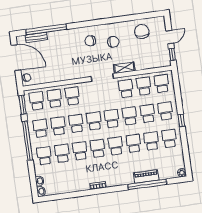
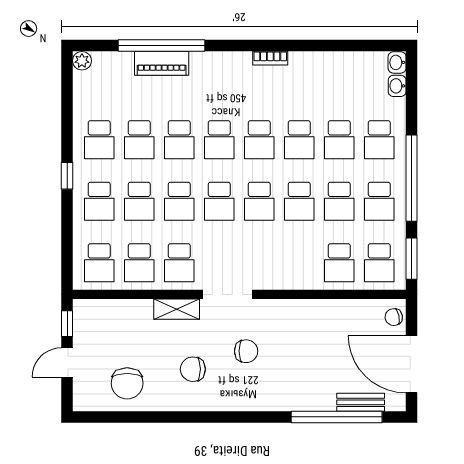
chair: (90, 41) -> (246, 351), moved
school desk: (72, 96) -> (299, 263), removed

